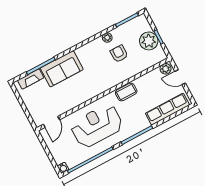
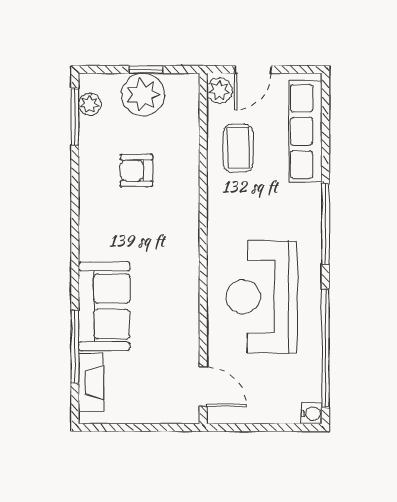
plant: (107, 38) -> (90, 104), moved
coffee table: (126, 92) -> (238, 148), moved

